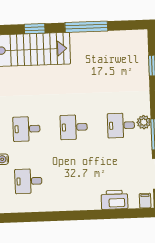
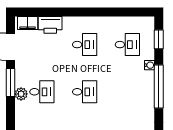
desk: (26, 129) -> (85, 45), moved
filing cabinet: (145, 201) -> (28, 23), width x2.00

